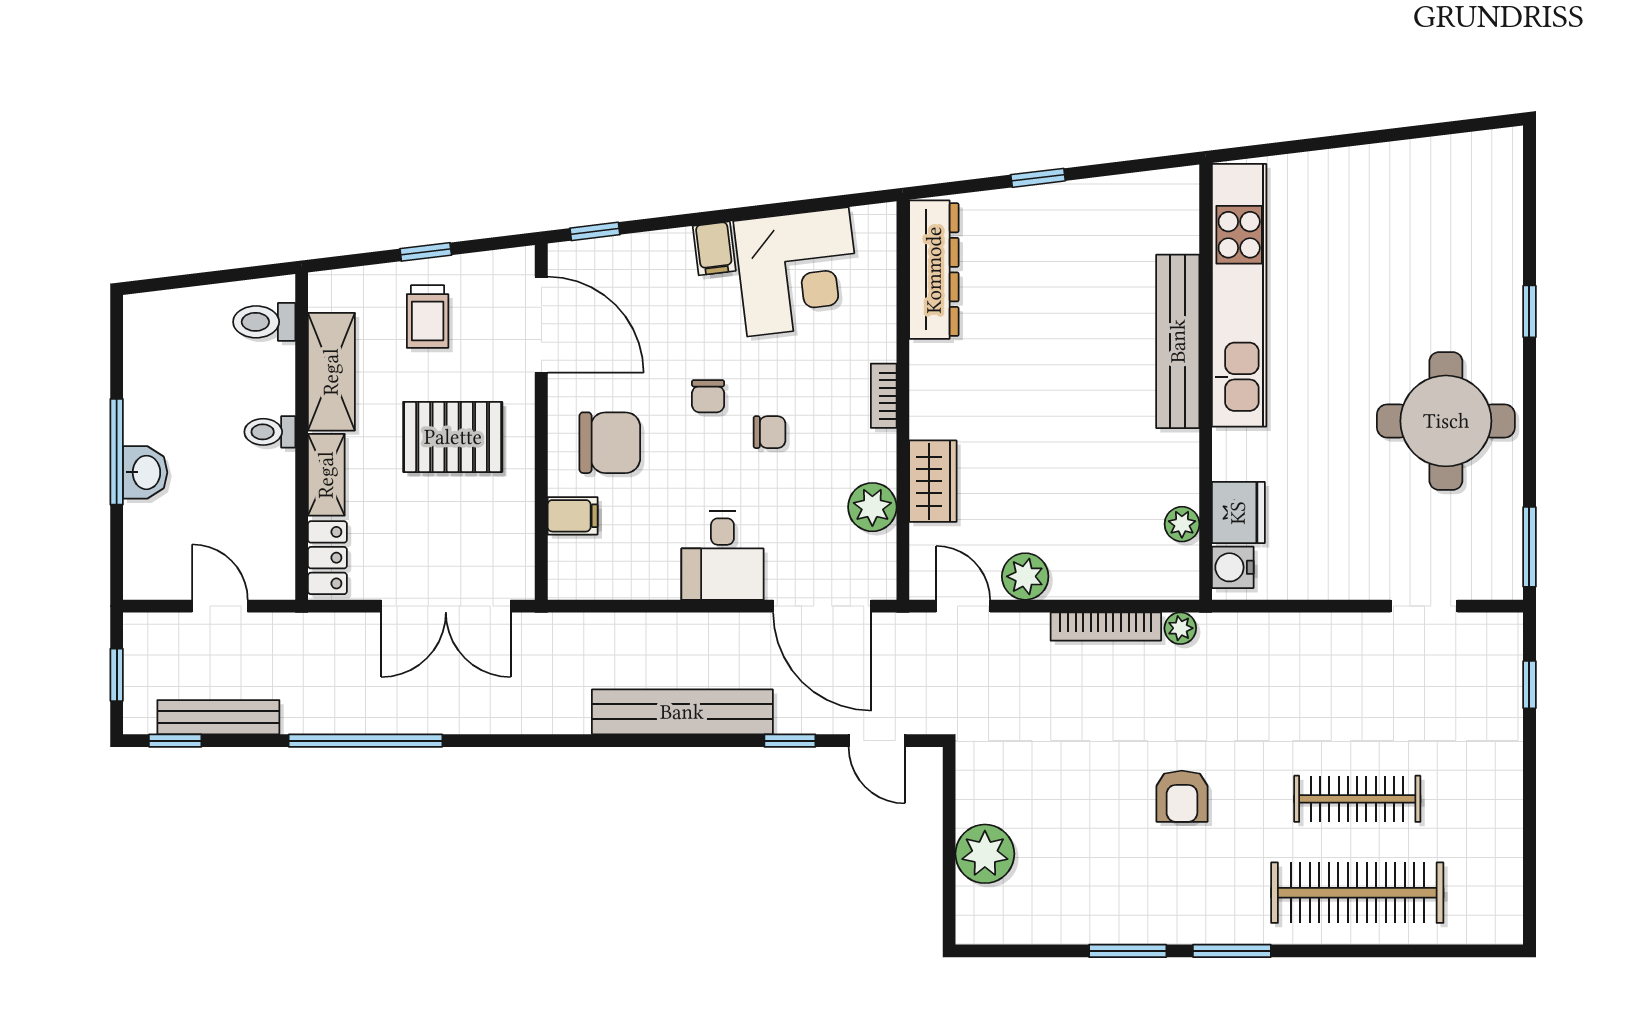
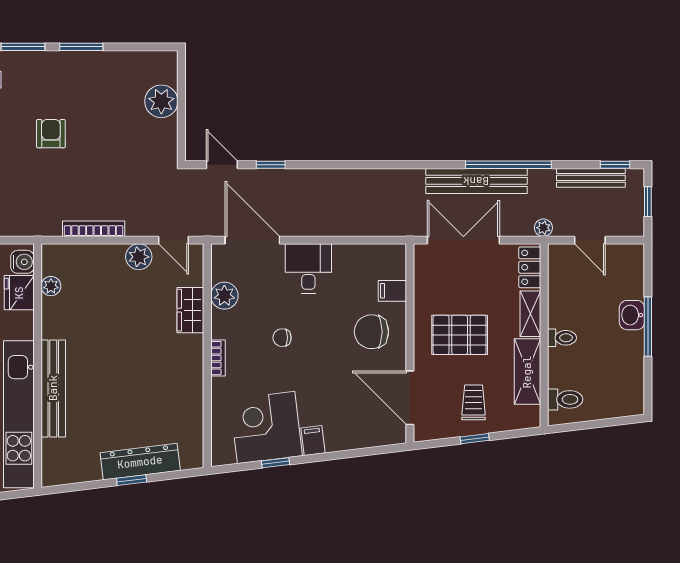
window: (595, 231) -> (275, 463), moved
dresser: (934, 270) -> (140, 462), moved, turned 83
chair: (708, 396) -> (316, 358), removed
plant: (1180, 628) -> (543, 228), moved
bench: (682, 712) -> (476, 181), moved

